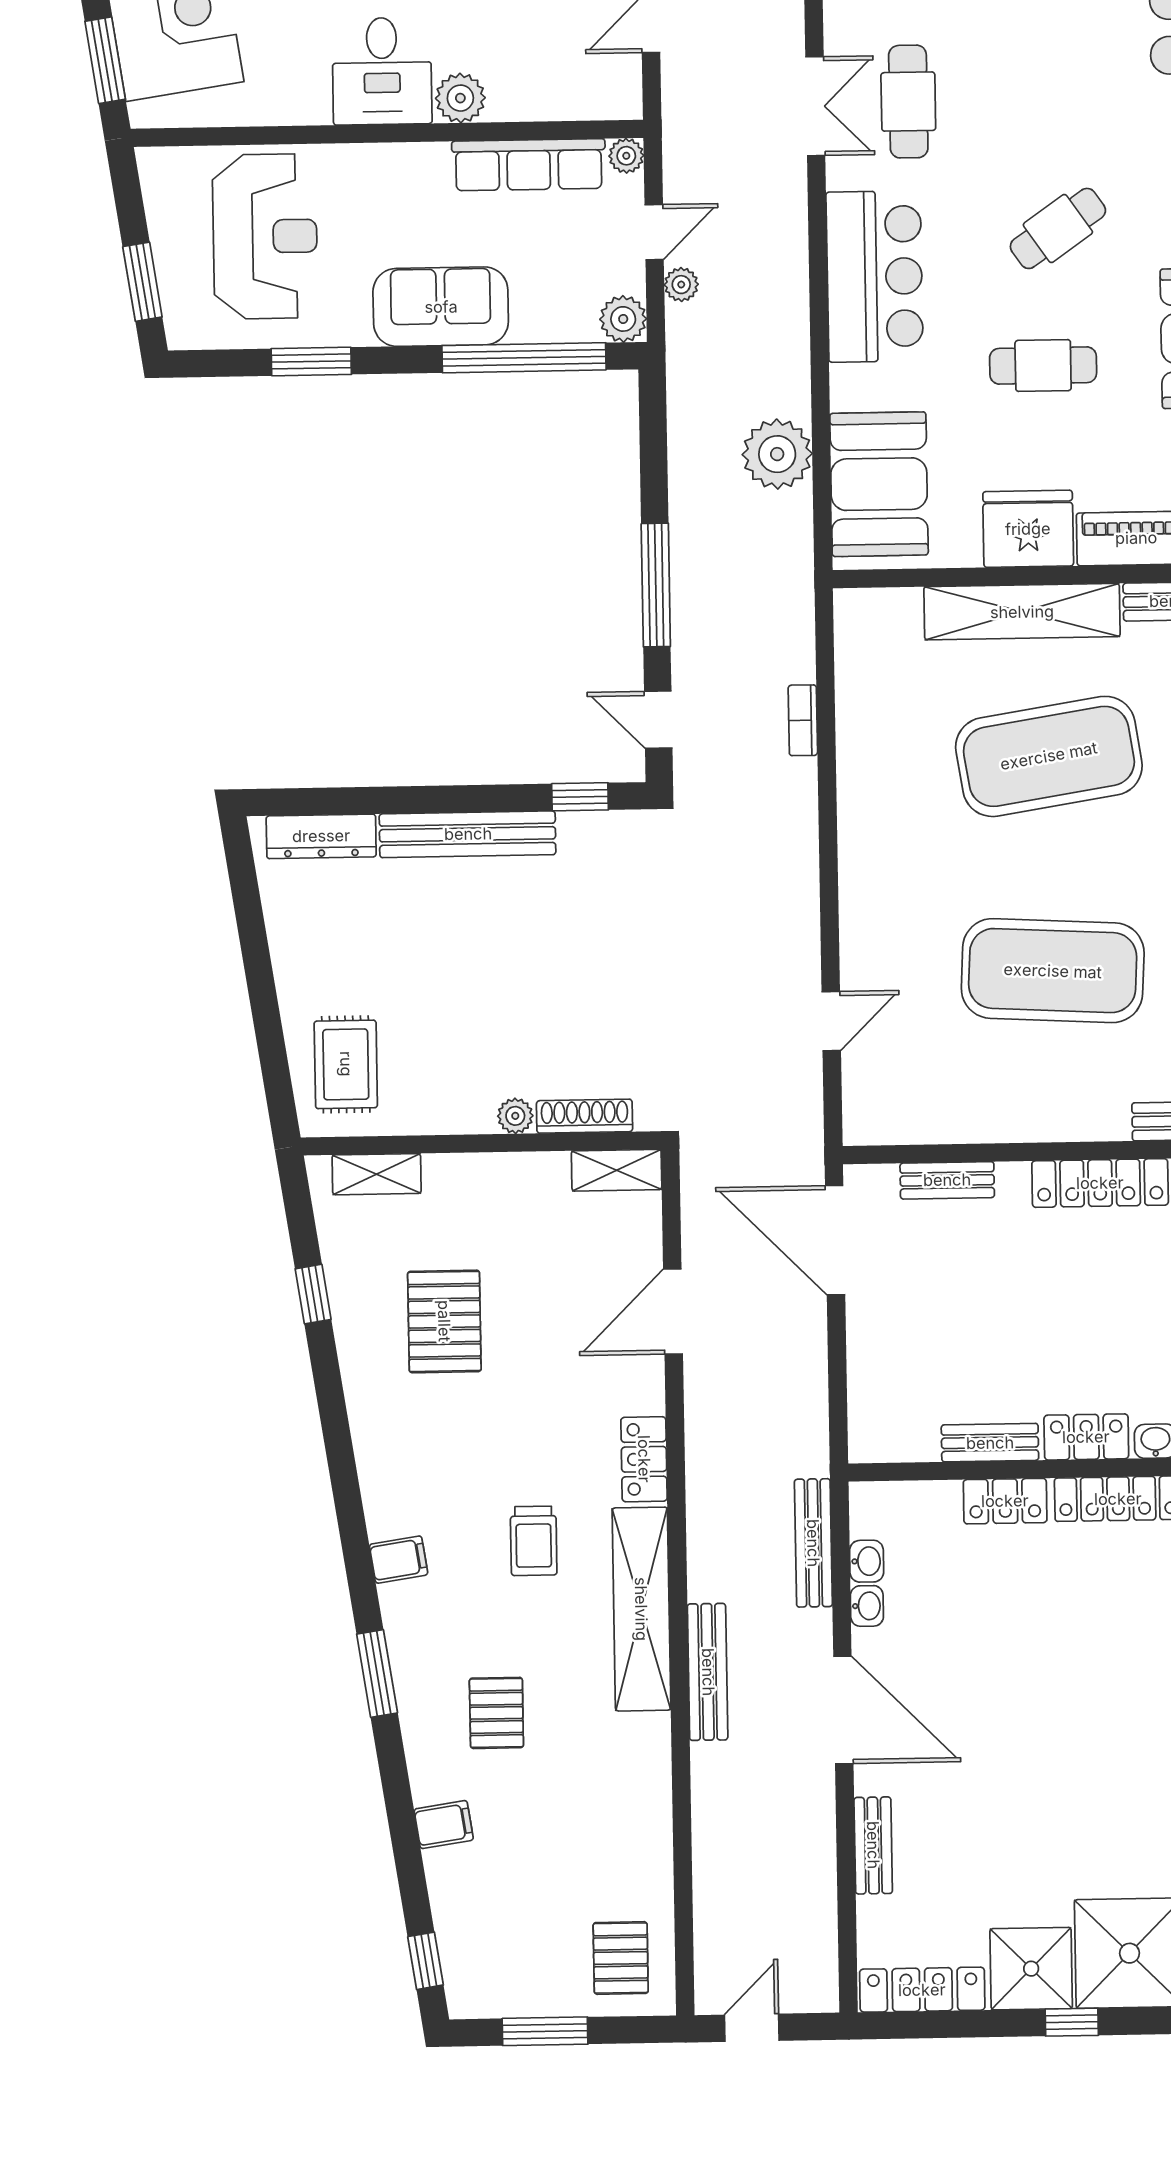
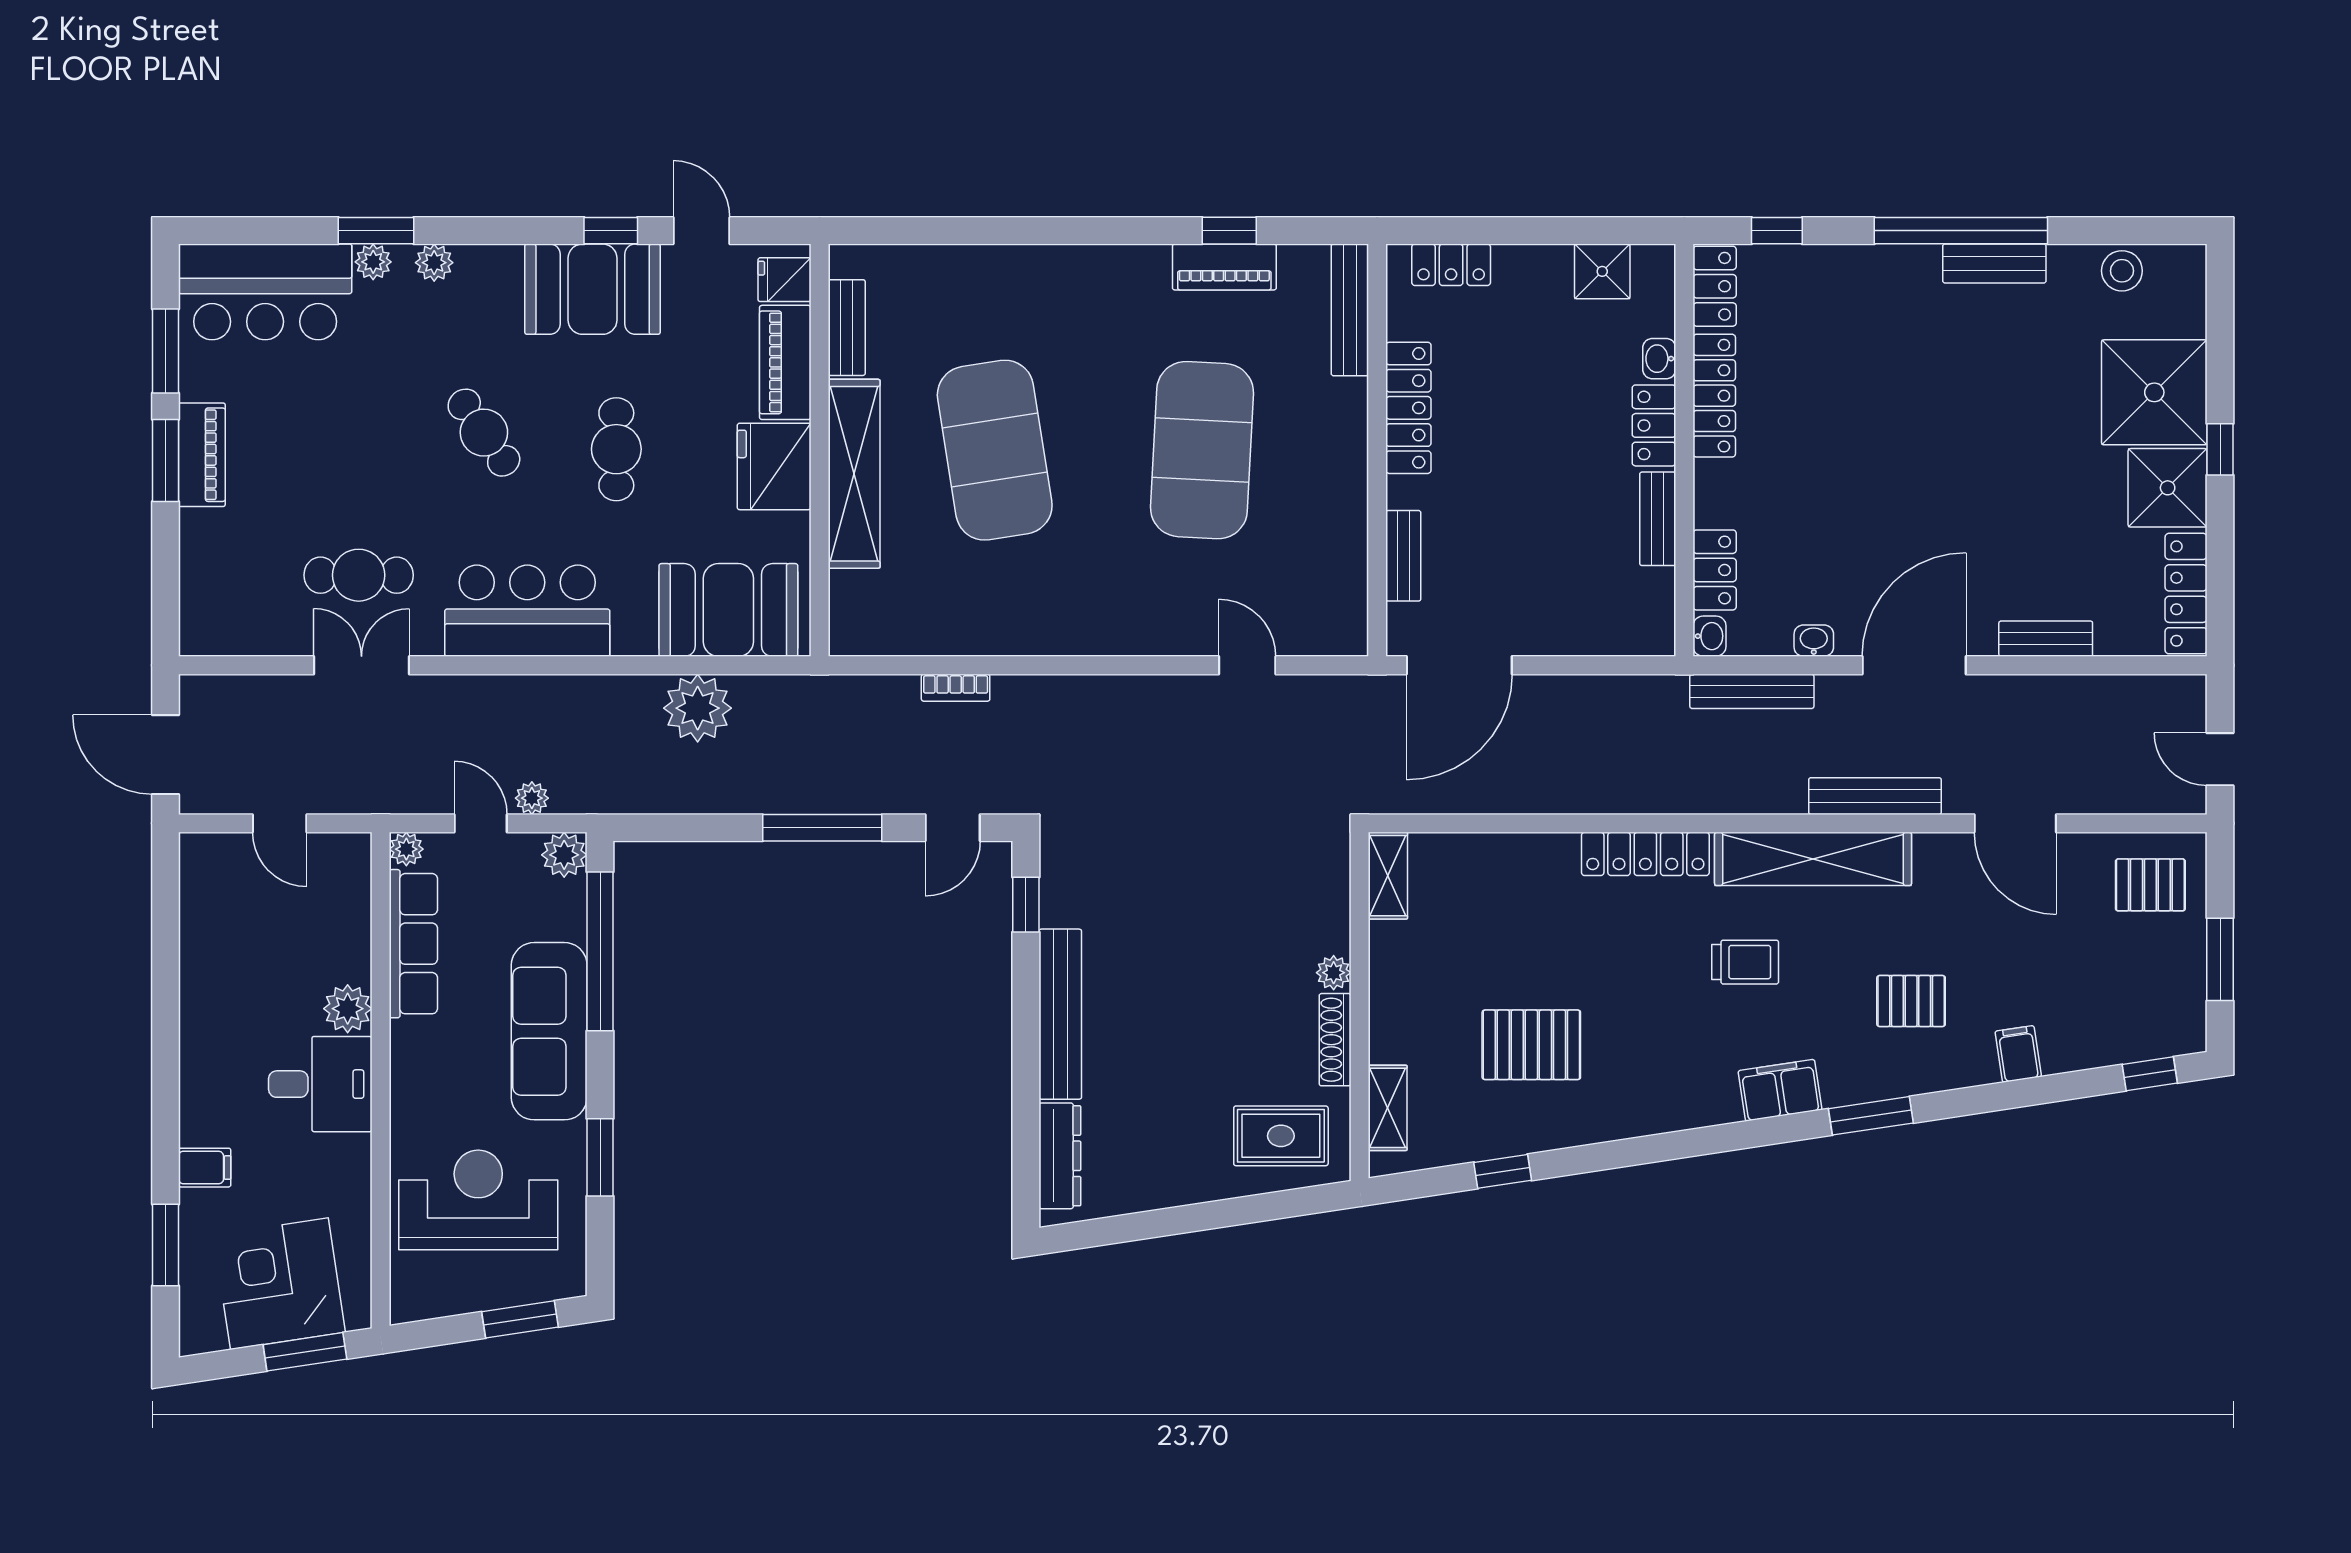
sofa: (441, 307) -> (549, 1031), width x1.36
shoe rack: (585, 1116) -> (1335, 1040), moved
door: (673, 1311) -> (2015, 823), moved
locker: (644, 1459) -> (1645, 854), width x1.53
locker: (1005, 1501) -> (1715, 570), moved
filing cabinet: (399, 1560) -> (1780, 1090), width x2.00
washbasin: (867, 1561) -> (1710, 636), moved, turned 90

